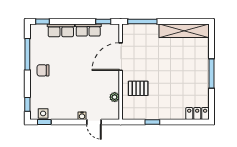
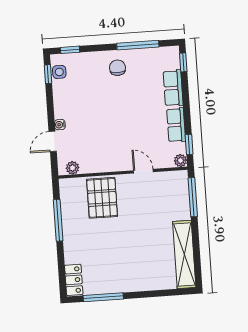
plant: (115, 29) -> (180, 161), added
door: (121, 57) -> (143, 171), width x0.53
window: (211, 74) -> (103, 297), moved
pallet: (138, 88) -> (102, 198), width x1.50, depth x1.42
plant: (115, 97) -> (73, 168), moved
window: (152, 122) -> (58, 220), width x2.17

